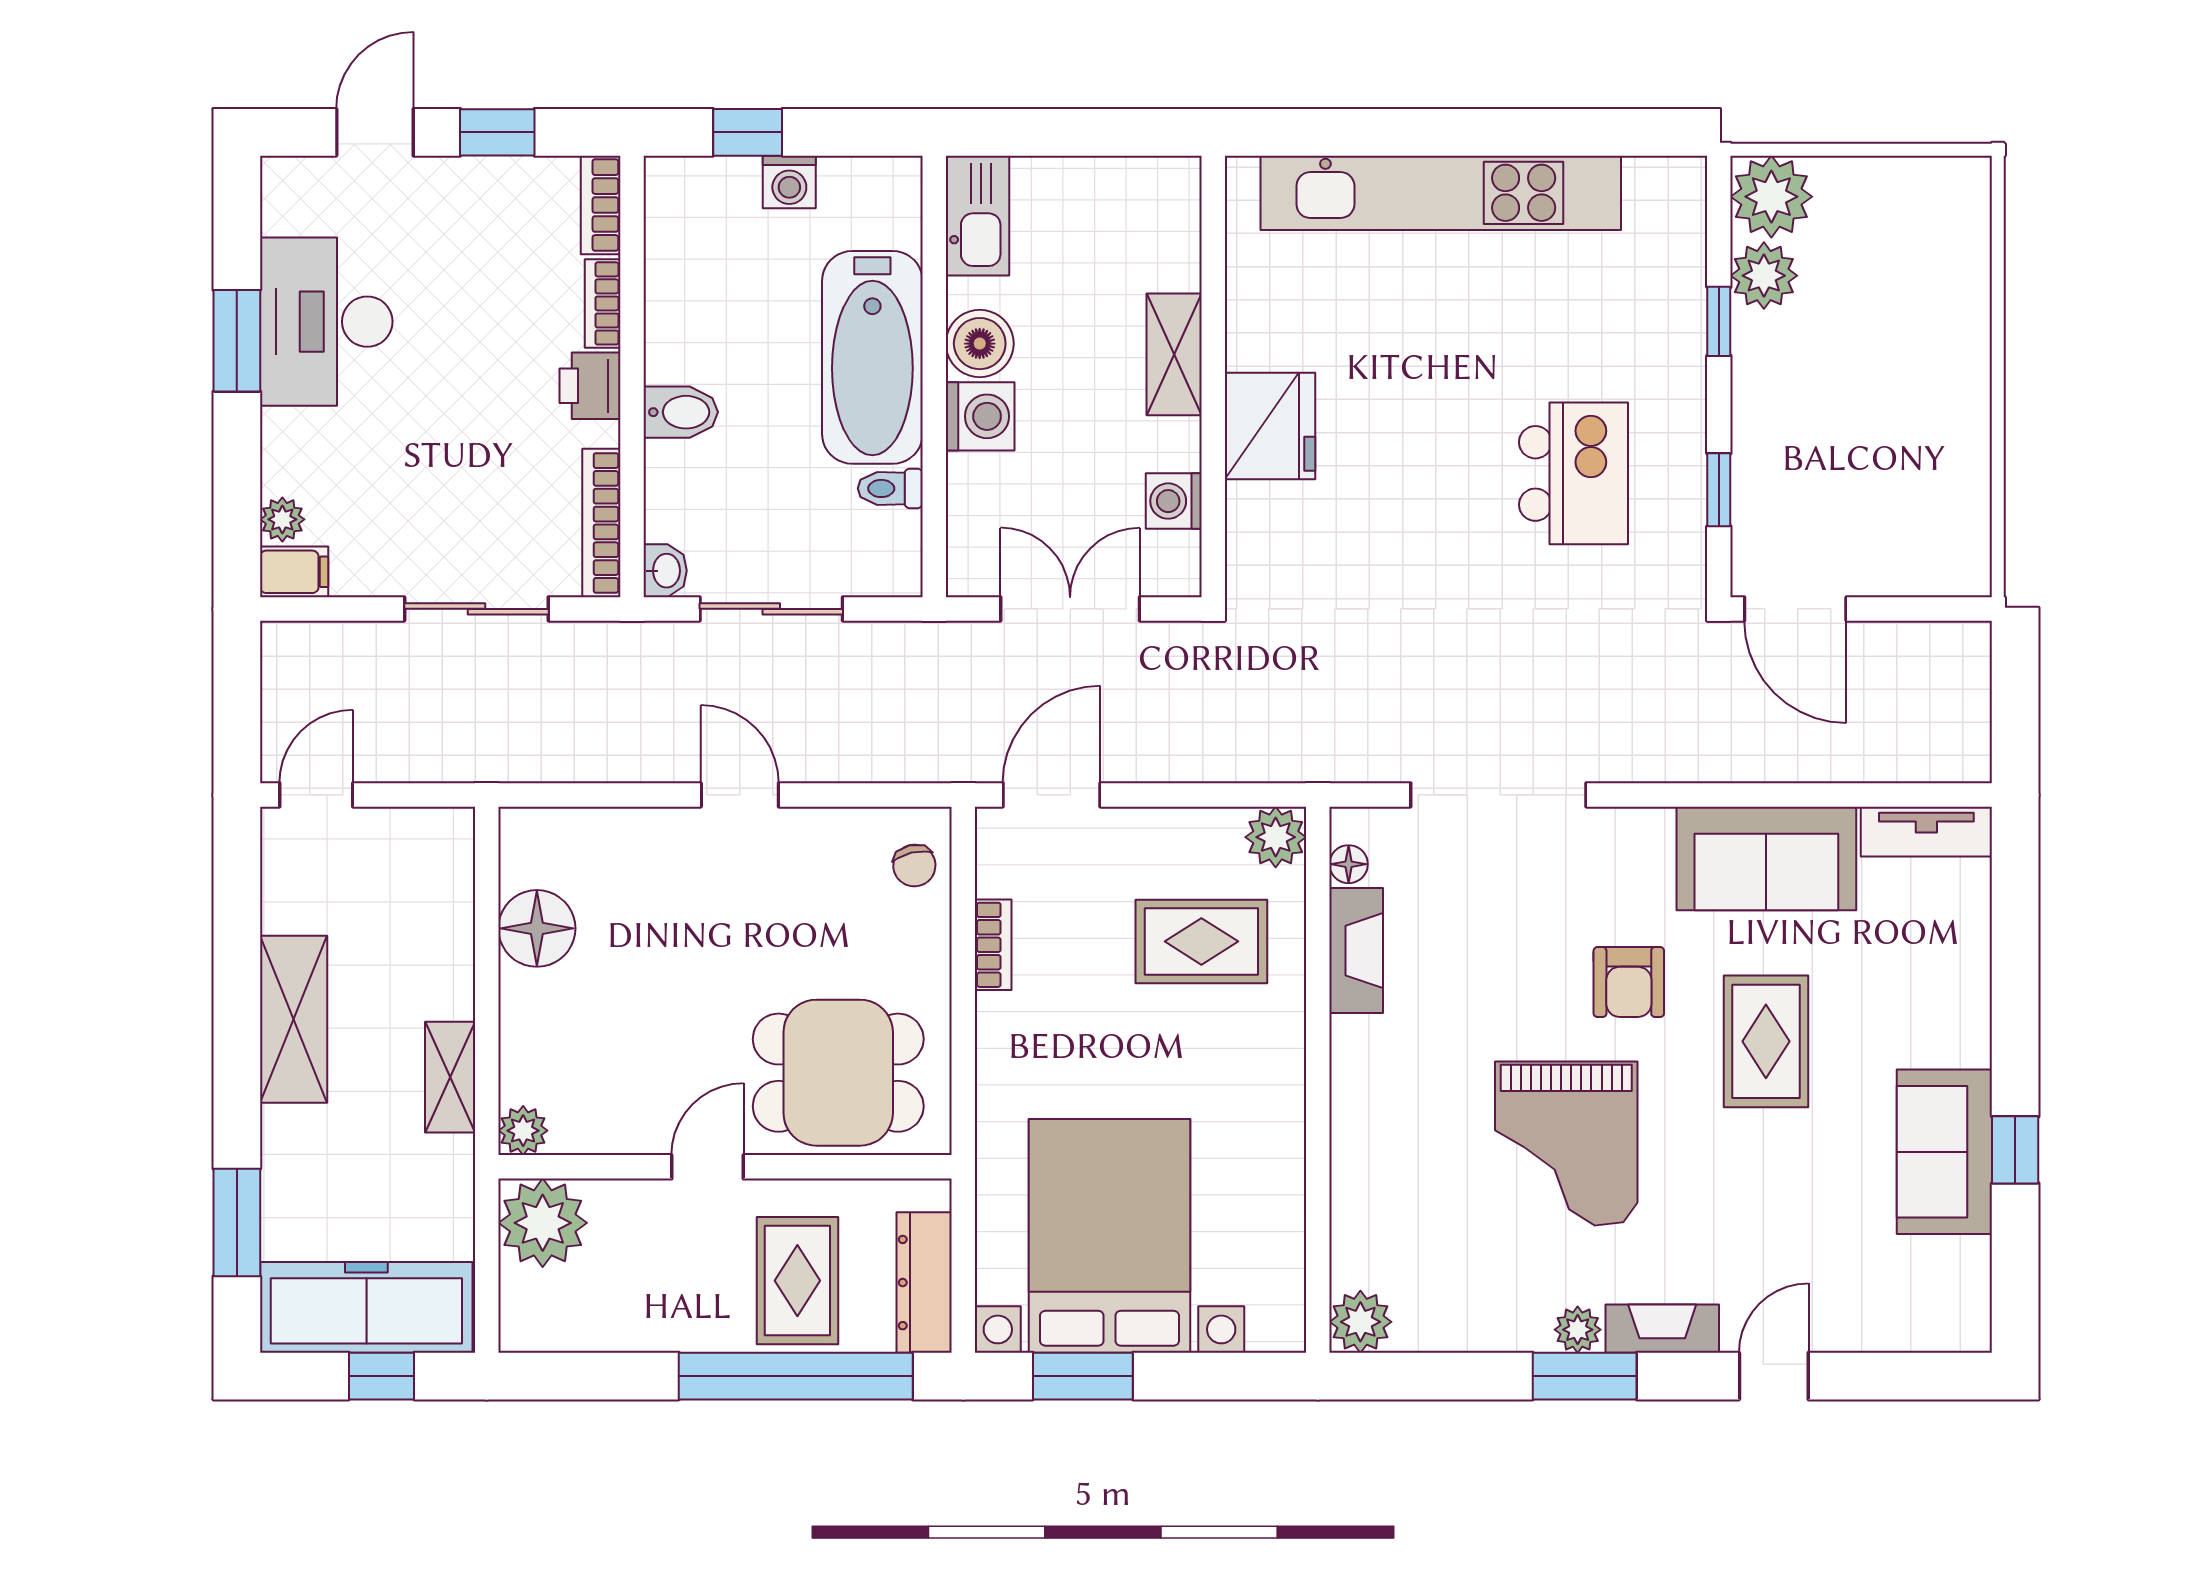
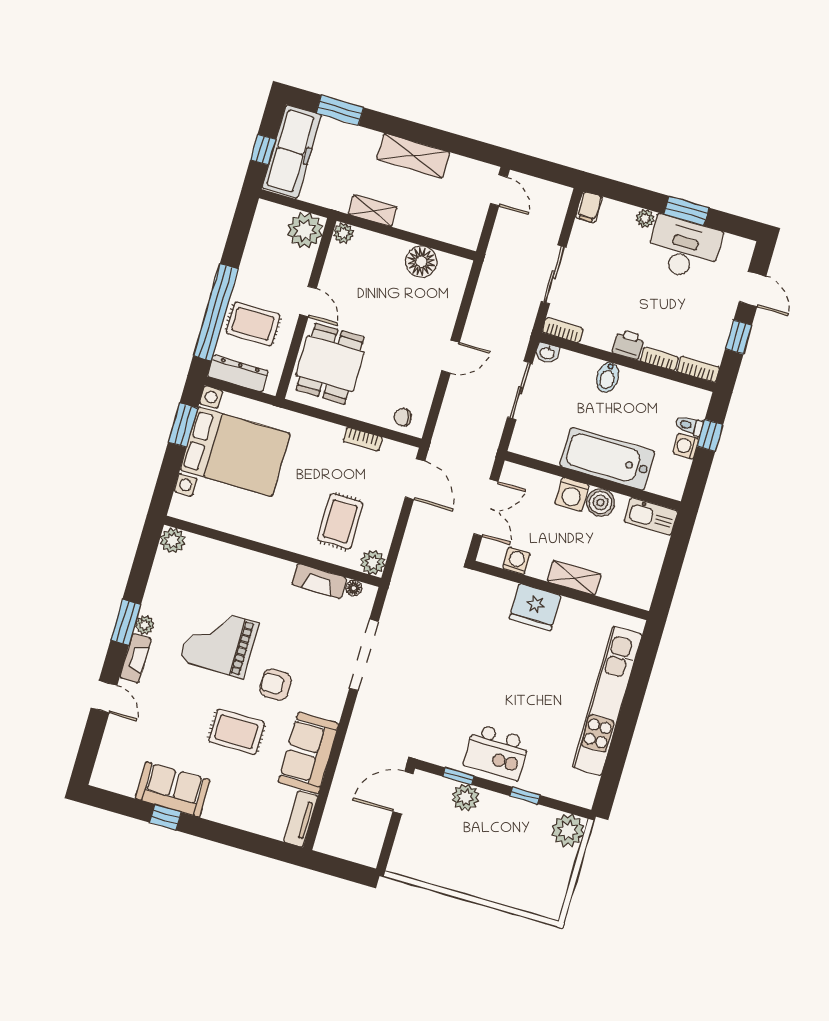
plant: (1764, 276) -> (465, 797), moved
kitchen island: (1573, 473) -> (496, 752), moved
toilet: (890, 488) -> (689, 425), moved, turned -90
plant: (282, 519) -> (645, 218), moved
bookcase: (601, 523) -> (563, 330), width x0.64

